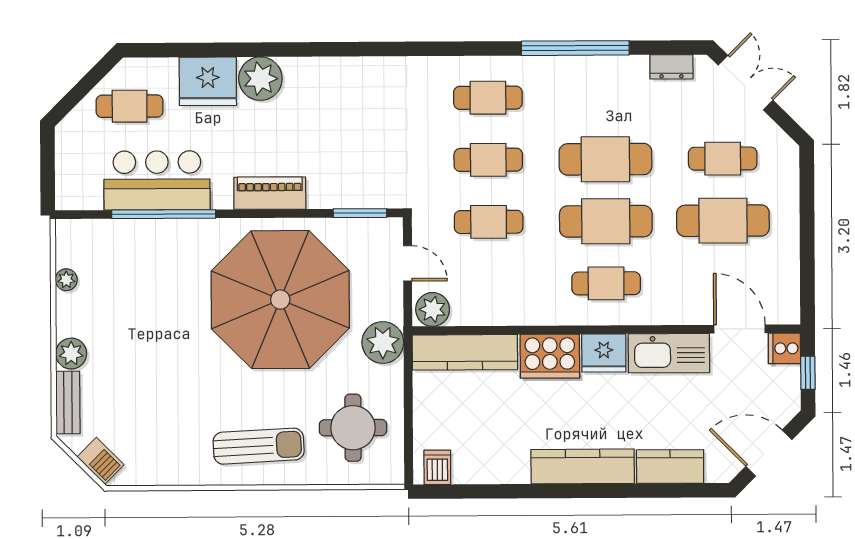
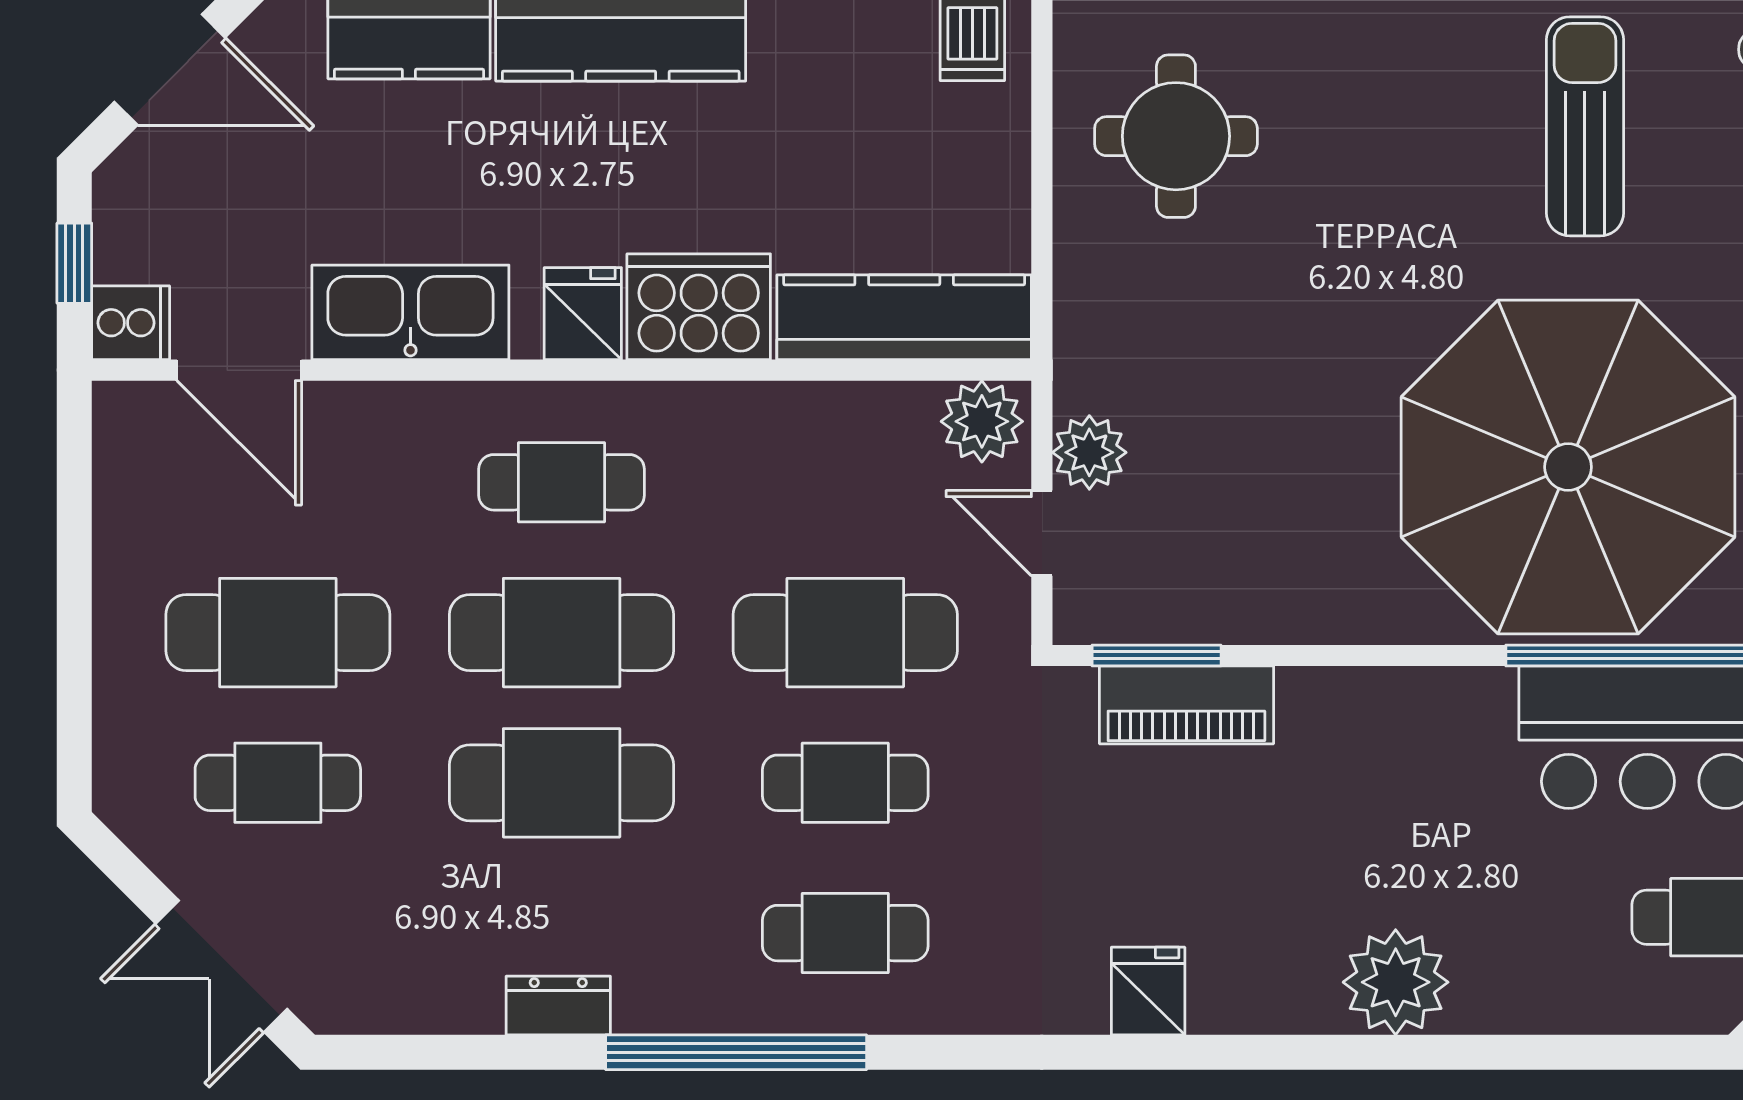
window: (575, 48) -> (736, 1052), moved
dresser: (671, 67) -> (558, 1005), moved
fridge: (208, 81) -> (1148, 991), moved, width x0.53, depth x0.75
piano: (270, 193) -> (1186, 705), moved
cafe table: (489, 222) -> (845, 633), width x1.37, depth x1.35
parasol: (280, 300) -> (1568, 467), moved
plant: (383, 342) -> (1089, 452), moved, width x0.73, depth x0.73
fridge: (604, 353) -> (583, 314), width x0.72
sun lounger: (259, 446) -> (1585, 126), moved, turned 93

